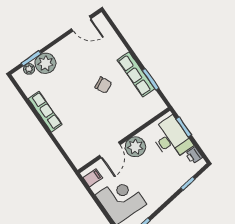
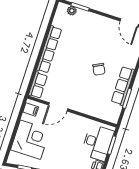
plant: (45, 63) -> (84, 19), removed
row of seats: (45, 112) -> (49, 49), width x1.36
plant: (135, 147) -> (73, 123), removed
row of seats: (75, 154) -> (38, 85), added

